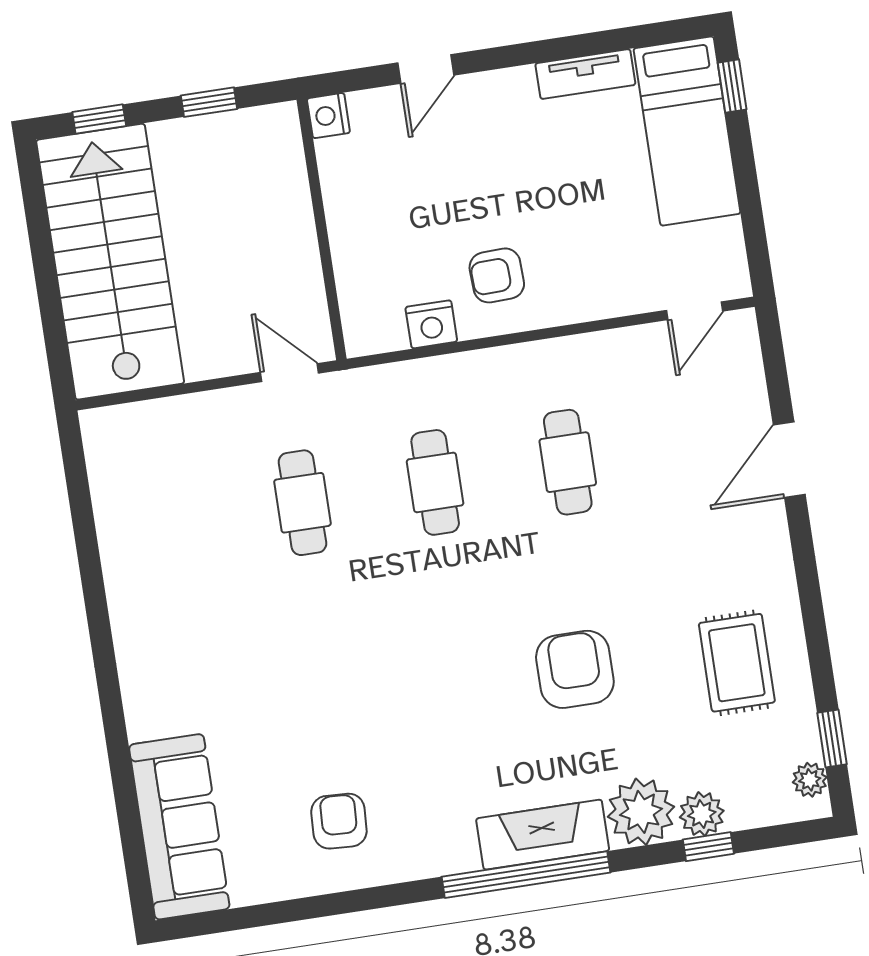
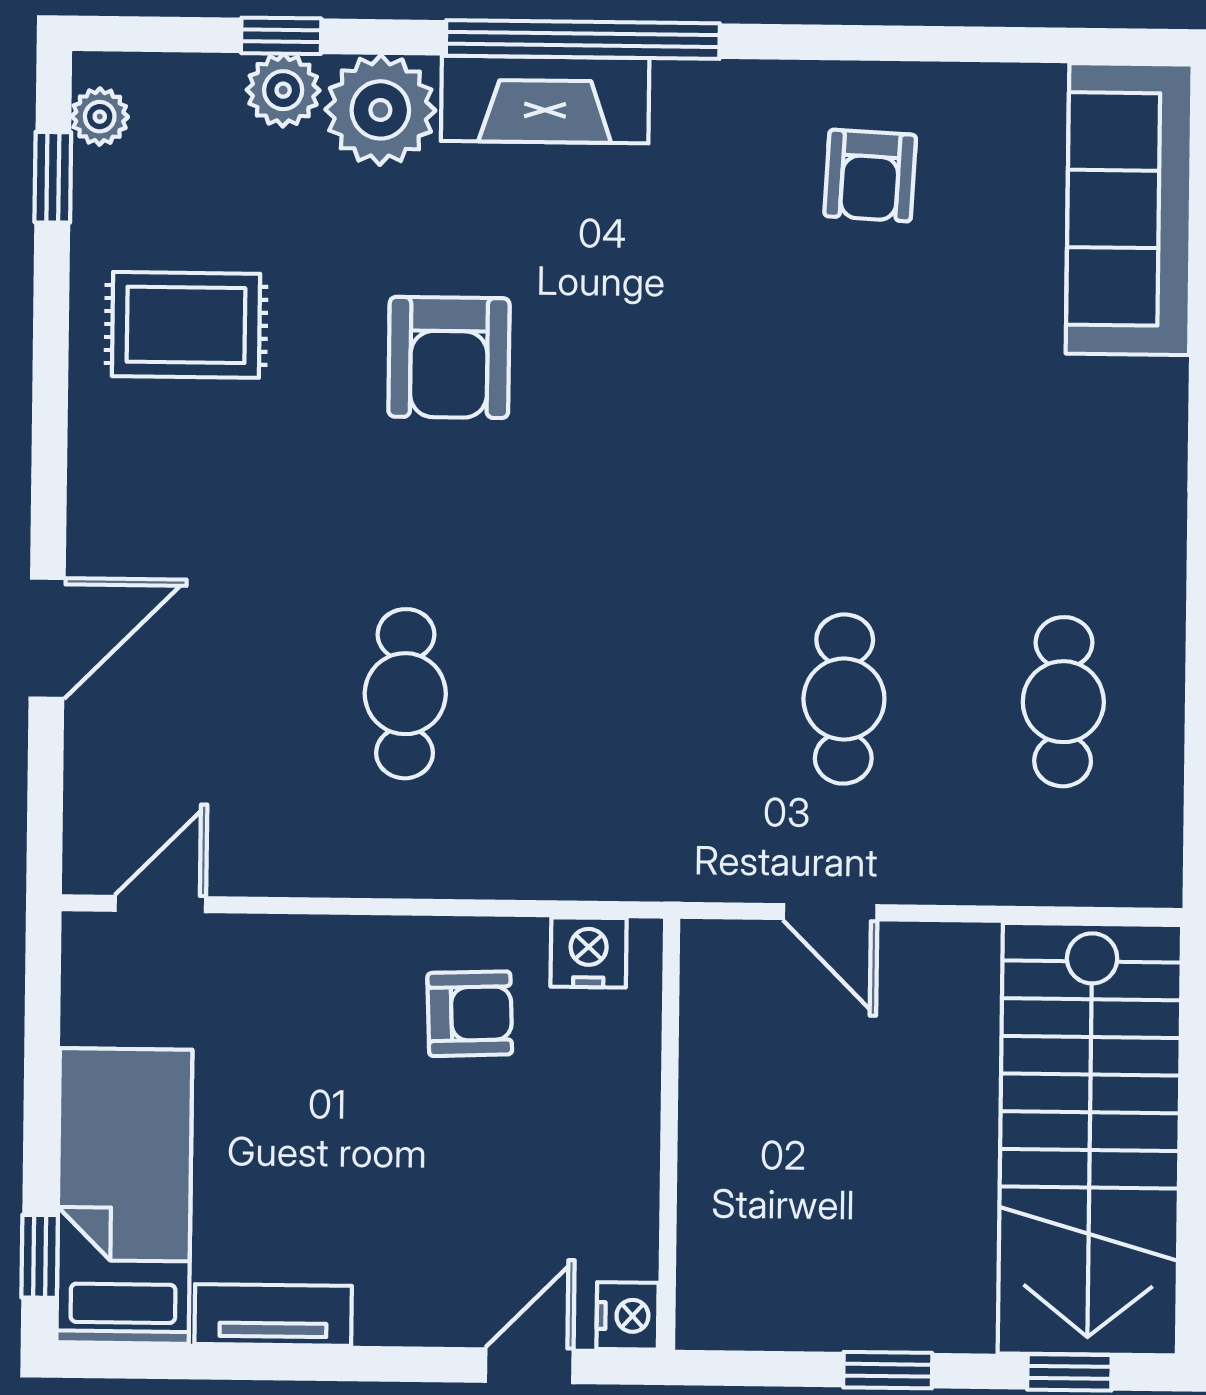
nightstand: (328, 116) -> (628, 1316), moved
wall: (322, 229) -> (669, 1134), moved
cafe table: (435, 482) -> (1063, 702), moved
rug: (737, 663) -> (186, 325), turned 90

